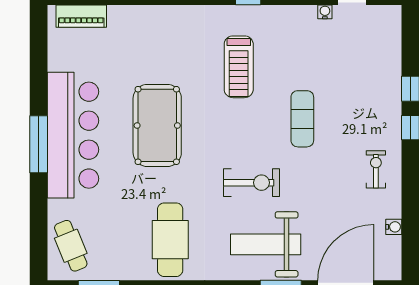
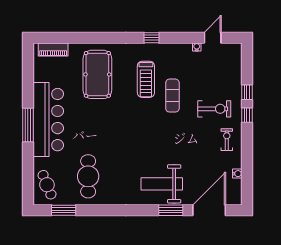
exercise mat: (302, 119) -> (172, 96), moved
pool table: (157, 125) -> (97, 74), moved
exercise bike: (251, 183) -> (214, 109), moved
cafe table: (170, 240) -> (88, 176), moved

